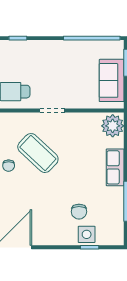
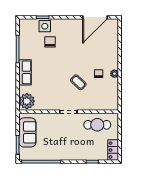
coffee table: (38, 153) -> (78, 82), width x0.54, depth x0.58

